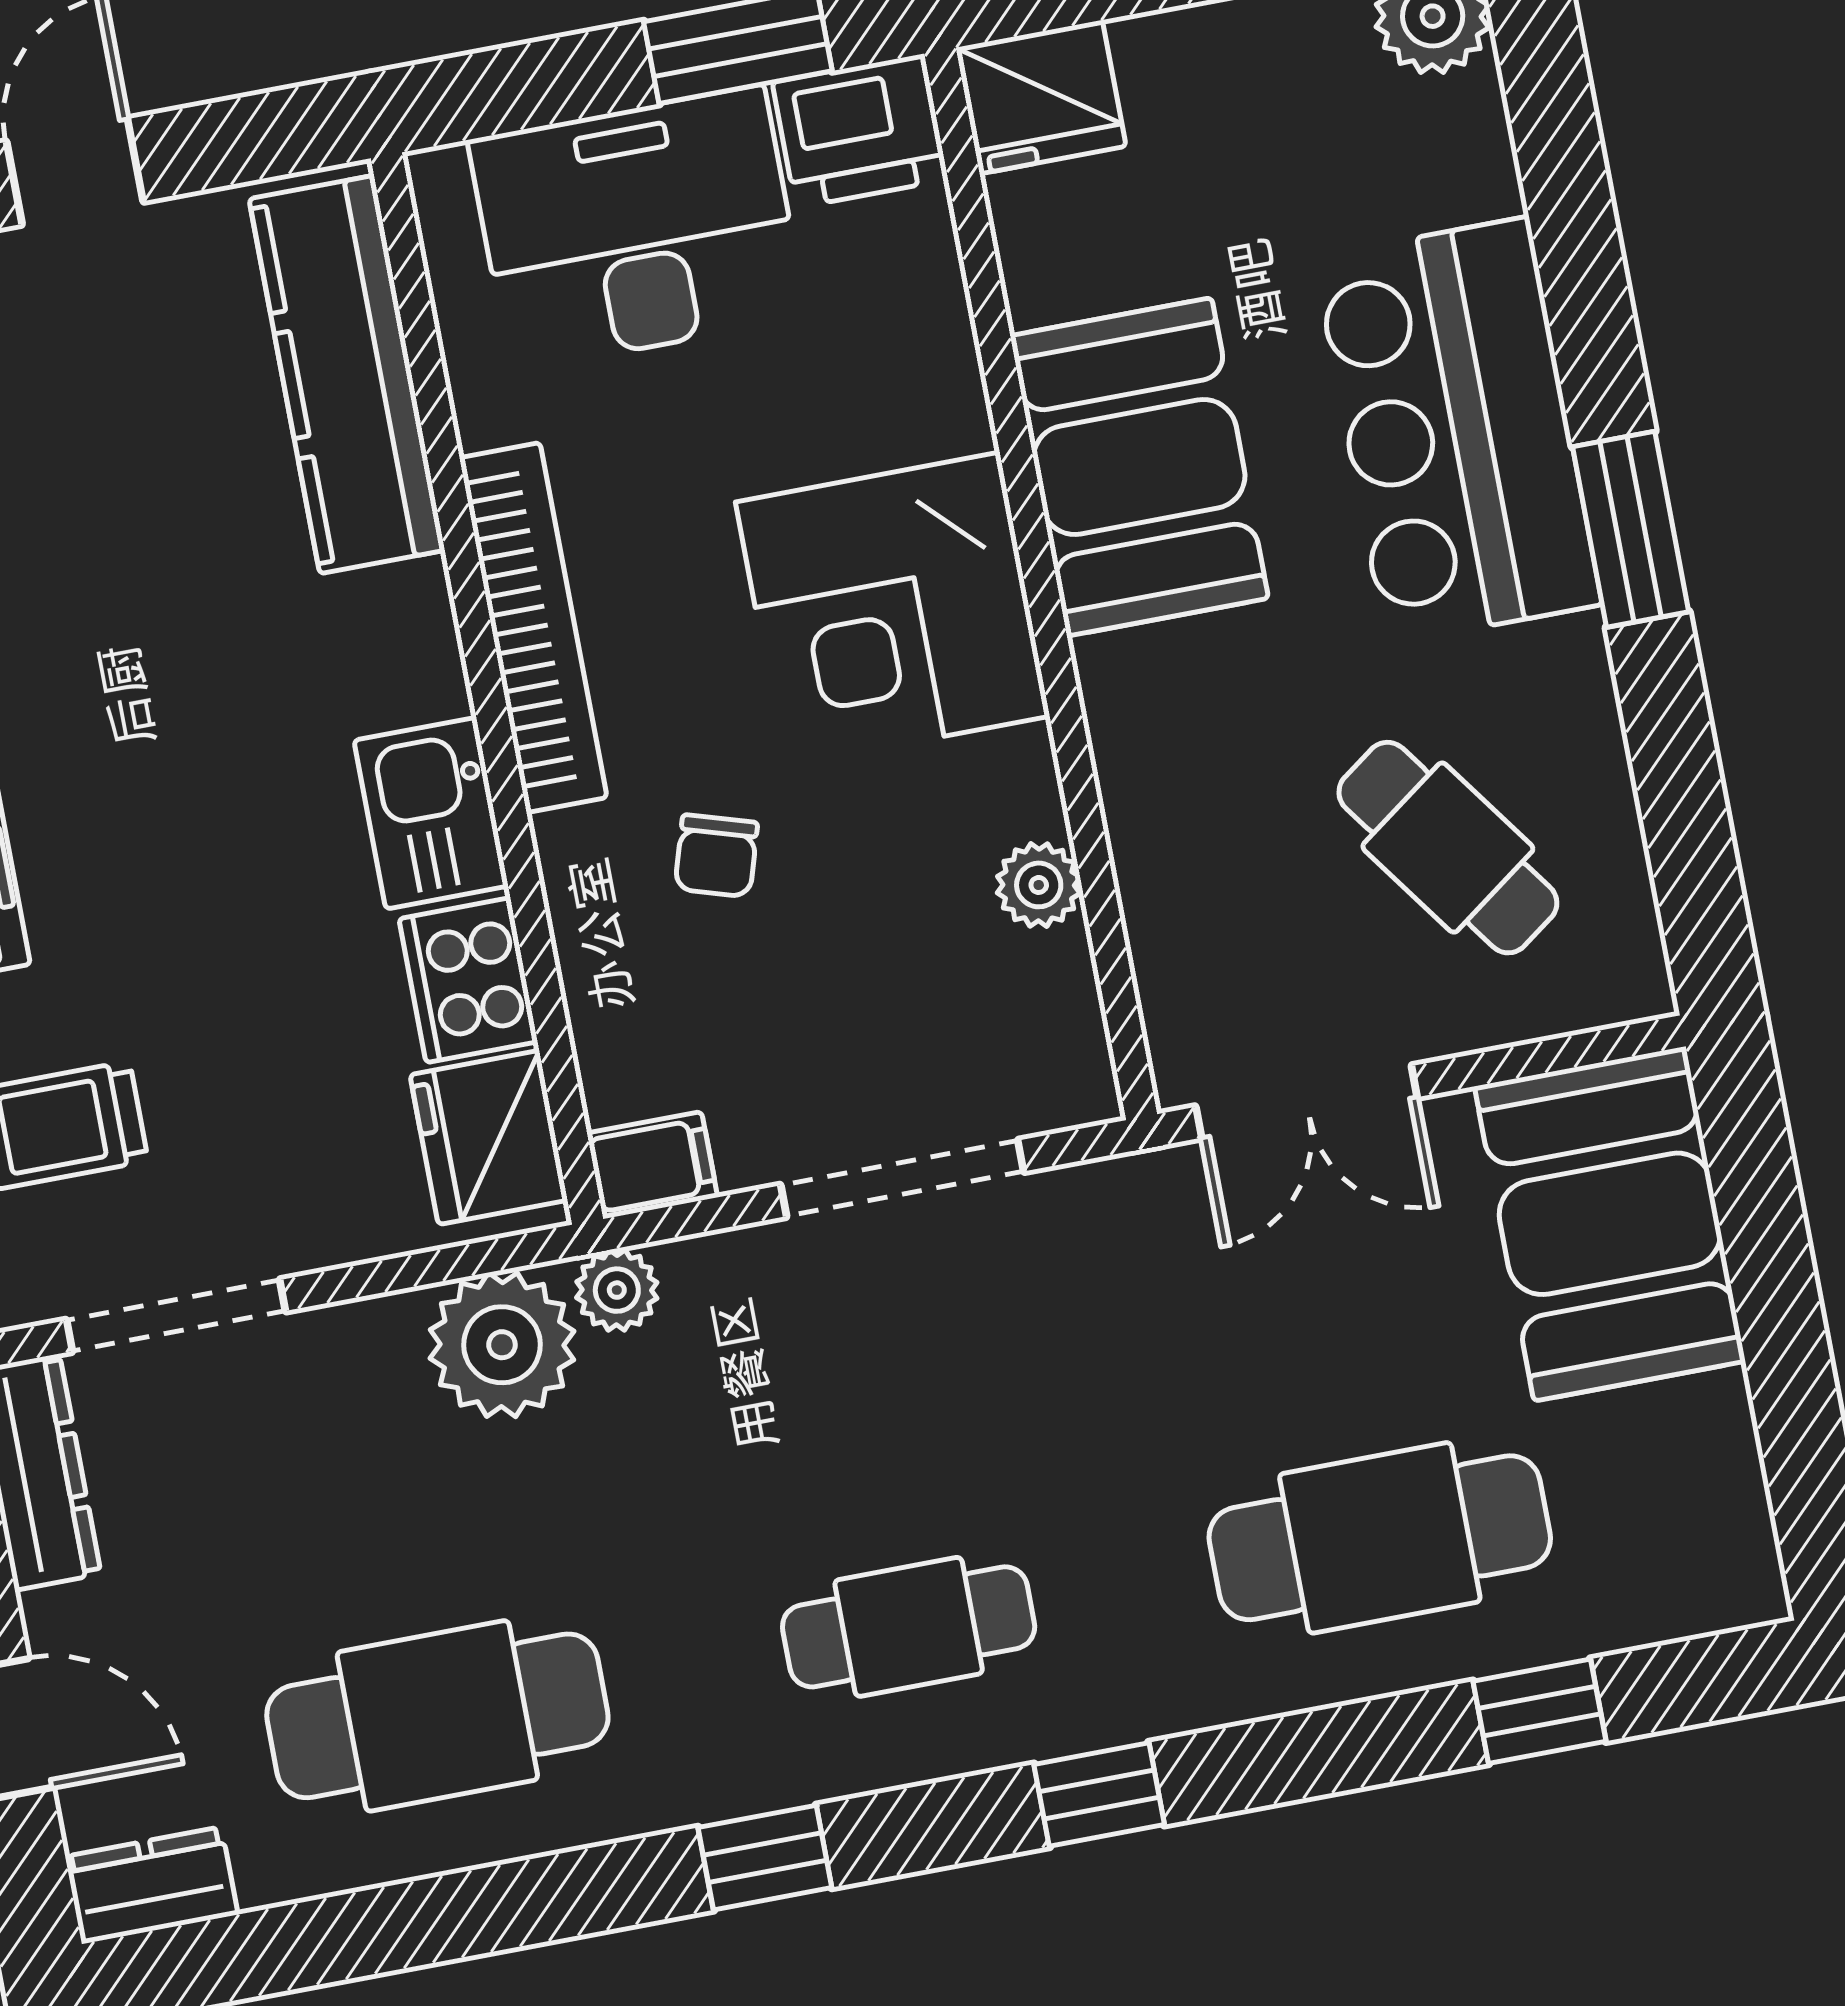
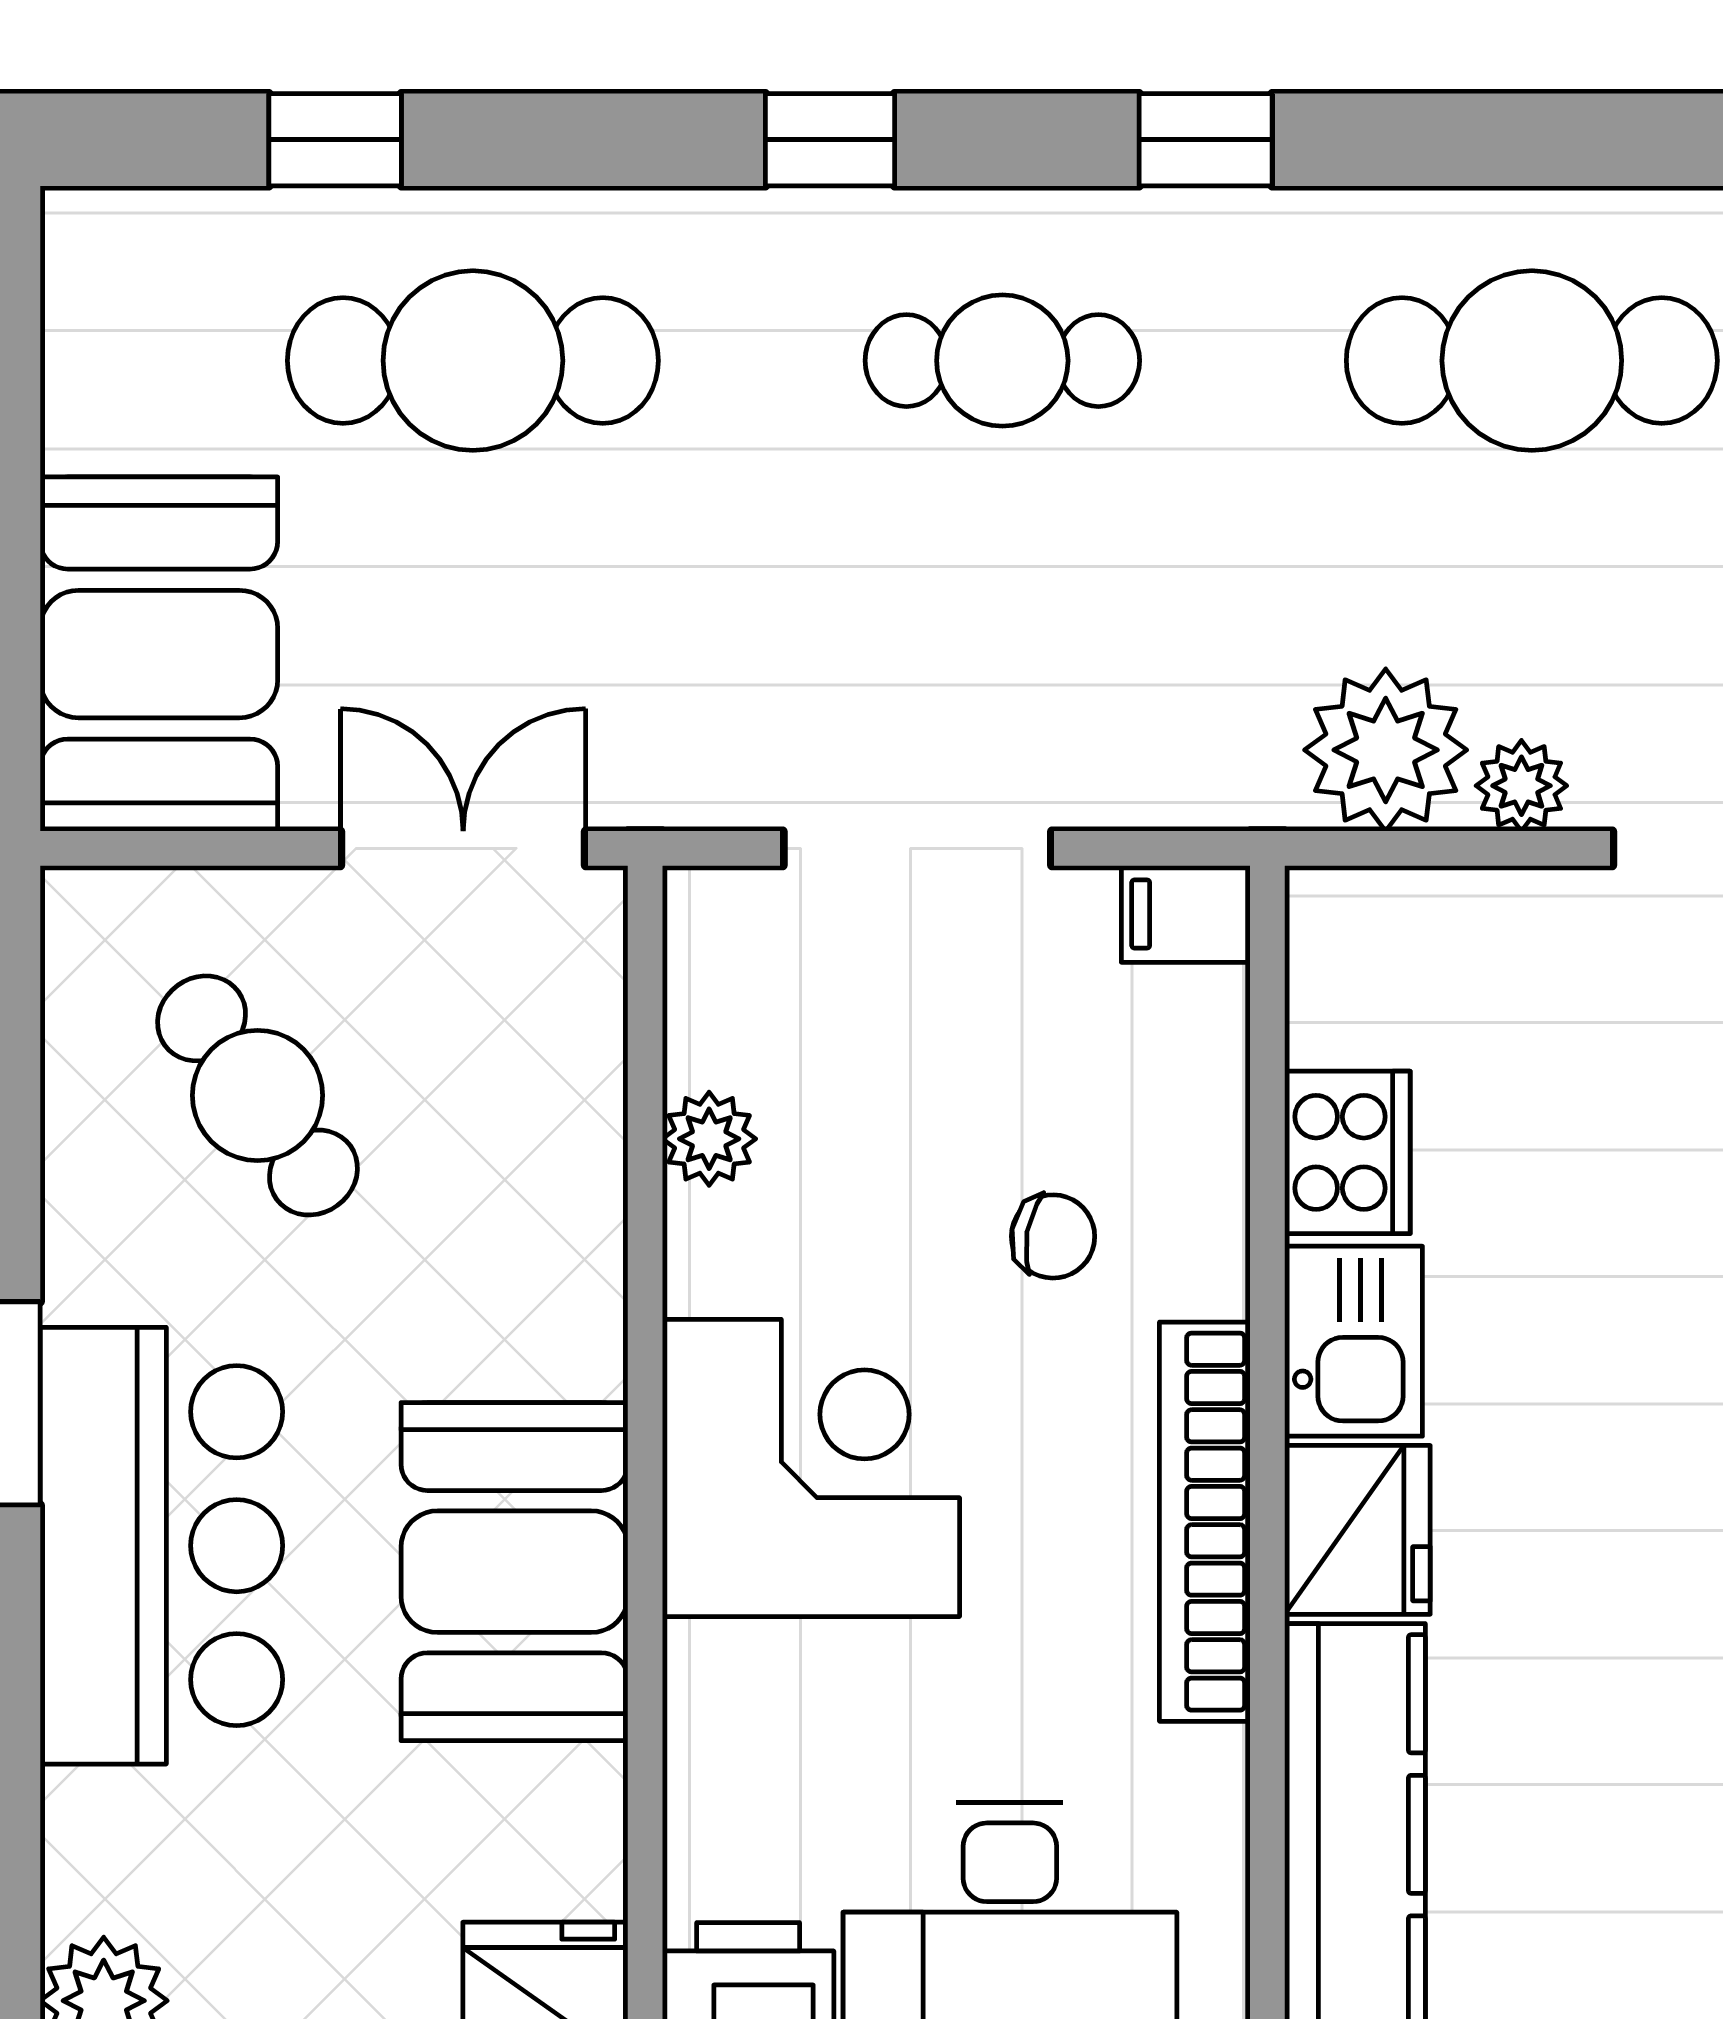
chair: (716, 856) -> (1053, 1236), turned 83
fridge: (489, 1137) -> (1357, 1530), moved
plant: (617, 1290) -> (1521, 786), moved

